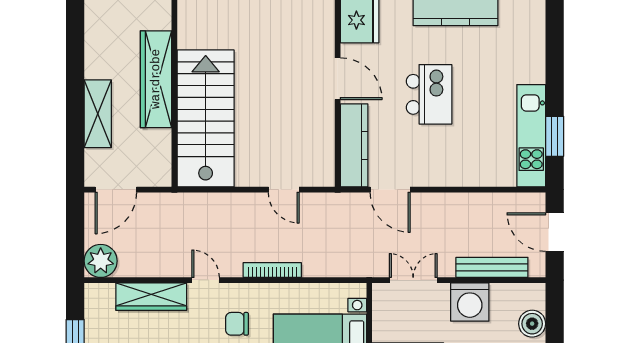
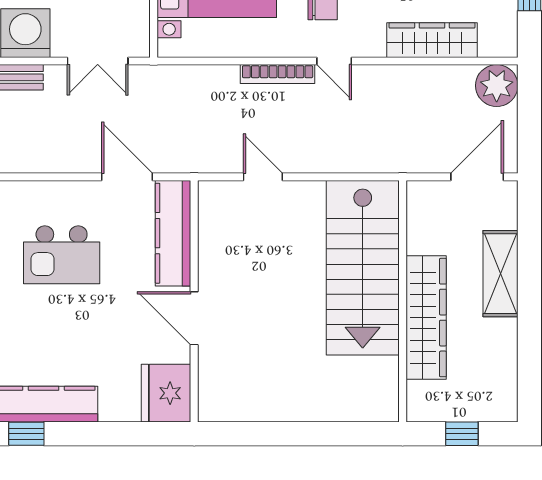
kitchen island: (429, 94) -> (62, 255), moved, turned -90
door: (206, 280) -> (334, 61), moved

